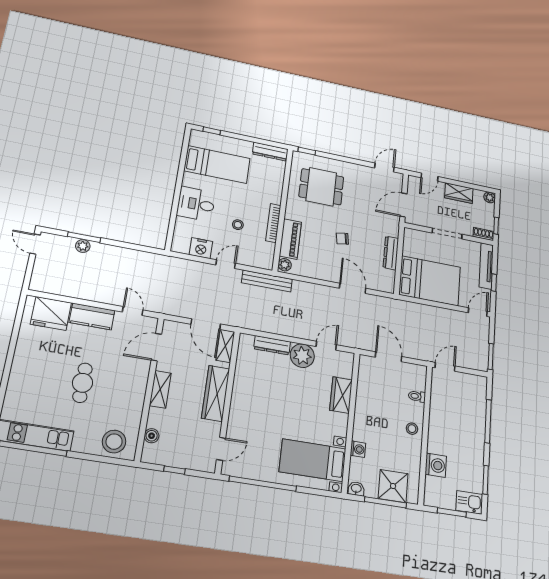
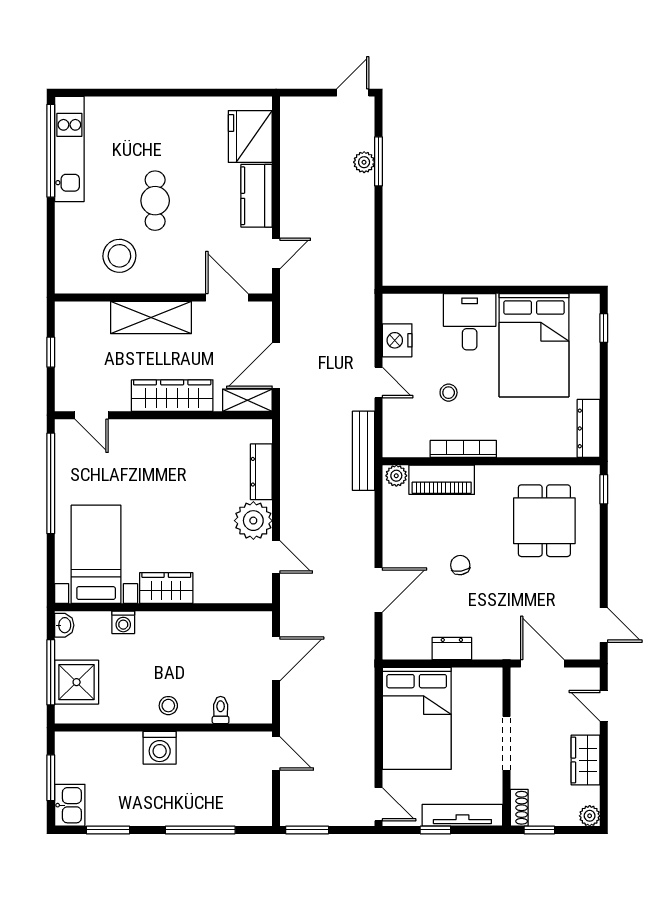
bed: (217, 165) -> (534, 345), width x1.50
dresser: (391, 253) -> (452, 649), width x0.70
cafe table: (83, 383) -> (155, 201), turned 90
shelving: (160, 389) -> (151, 317), width x1.50, depth x1.33
wardrobe: (341, 395) -> (166, 588), moved
boiler: (152, 436) -> (95, 312), removed
stool: (114, 442) -> (119, 256), moved
washing machine: (436, 465) -> (160, 748), moved

